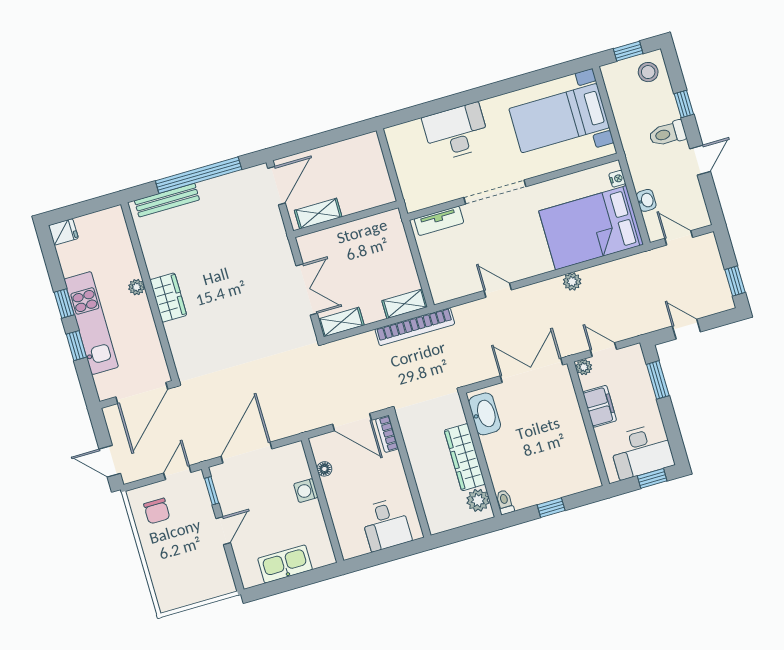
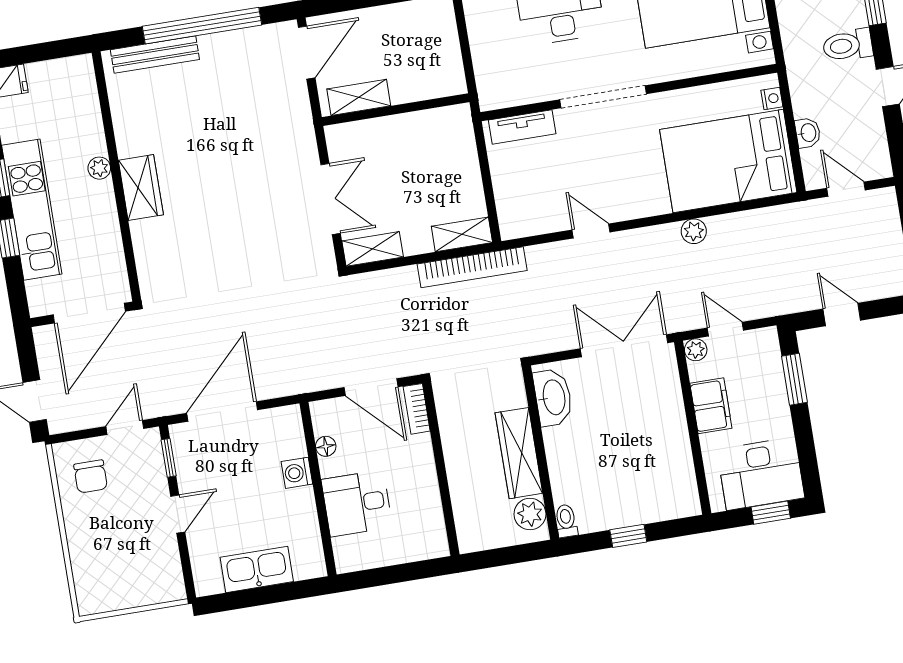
desk: (386, 525) -> (357, 503), moved, turned 90

